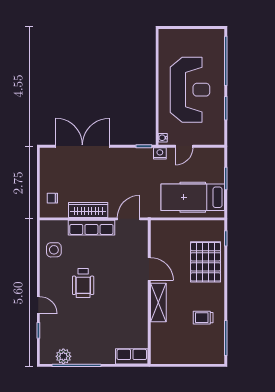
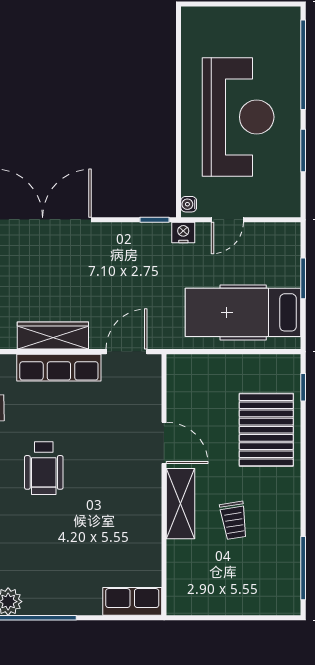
trolley: (203, 318) -> (234, 520), moved, turned -99

